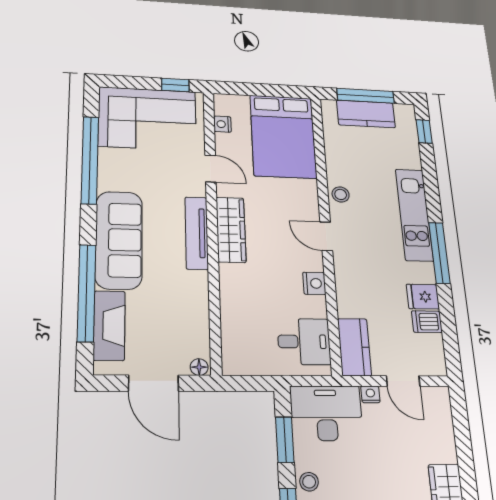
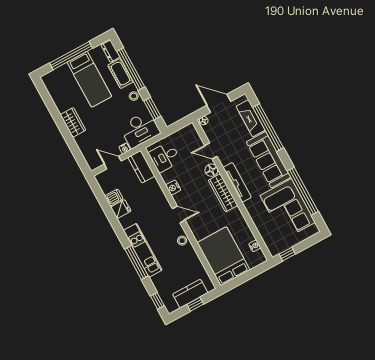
window: (365, 96) -> (195, 304), width x0.46
corner sofa: (147, 119) -> (288, 209), moved, turned -90
door: (211, 169) -> (211, 151), moved
window: (439, 253) -> (136, 262), moved
floor lamp: (231, 276) -> (211, 170), added

